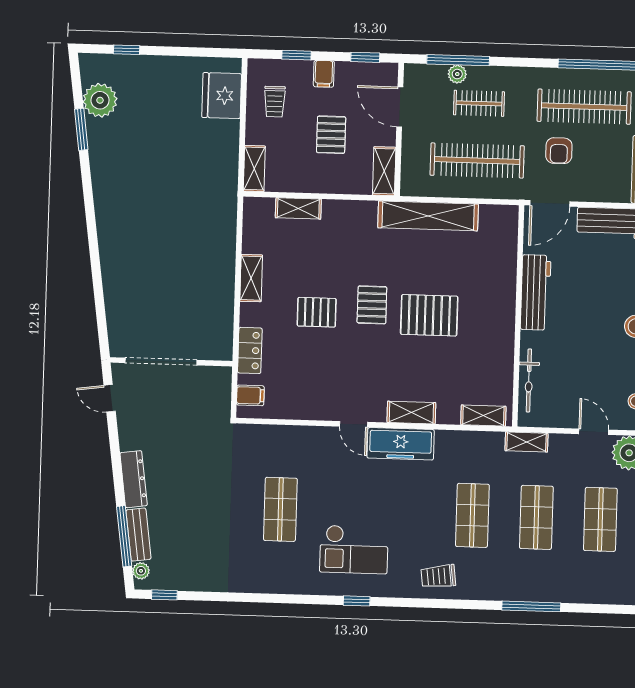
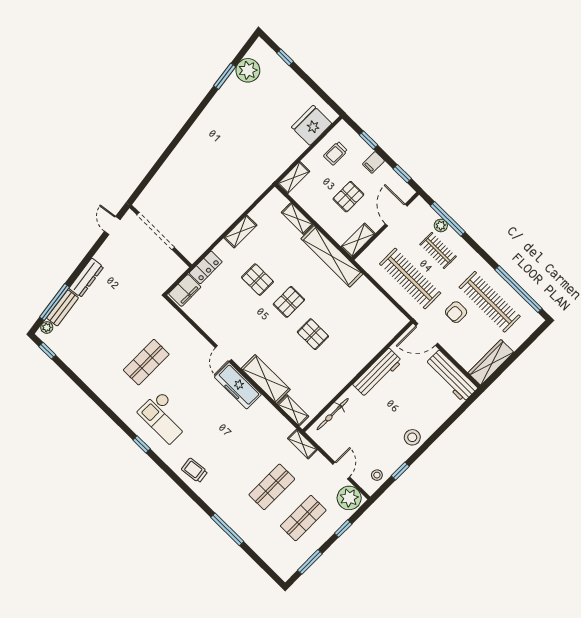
shelving: (428, 216) -> (332, 256), moved
pallet: (429, 315) -> (313, 334), width x0.67, depth x0.71
filing cabinet: (250, 395) -> (185, 290), width x2.00
shelving: (411, 413) -> (266, 379), width x1.50, depth x1.33
shop shelf: (472, 515) -> (240, 456), removed

